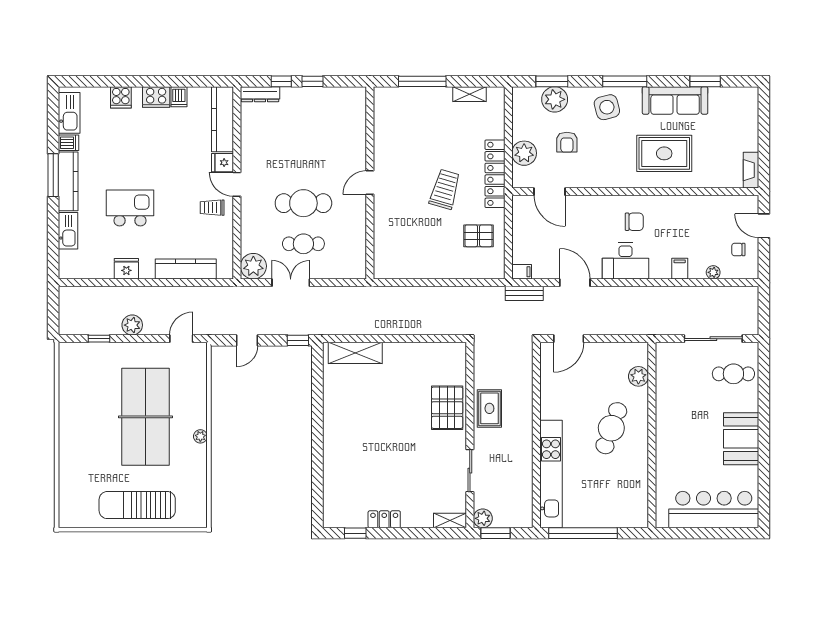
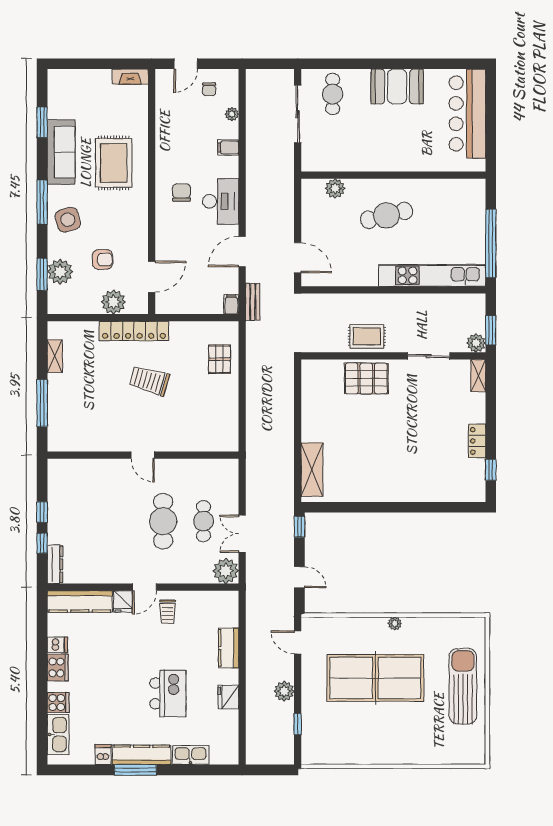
kitchen sink: (69, 113) -> (58, 734), moved, turned 90
kitchen island: (130, 208) -> (168, 693), turned 180
pallet: (479, 236) -> (219, 359), moved
kitchen counter: (186, 269) -> (229, 648), width x0.67
cafe table: (611, 428) -> (387, 215), turned -34
sun lounger: (137, 505) -> (463, 686), turned 180

